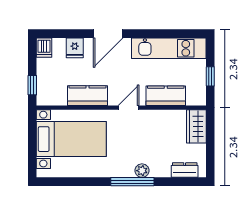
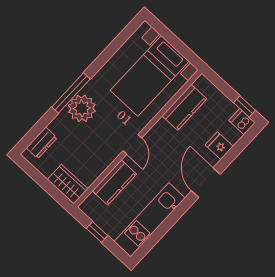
window: (32, 85) -> (245, 107), moved
kitchen counter: (88, 96) -> (184, 107), moved
plant: (142, 171) -> (82, 108), width x1.87, depth x1.87

